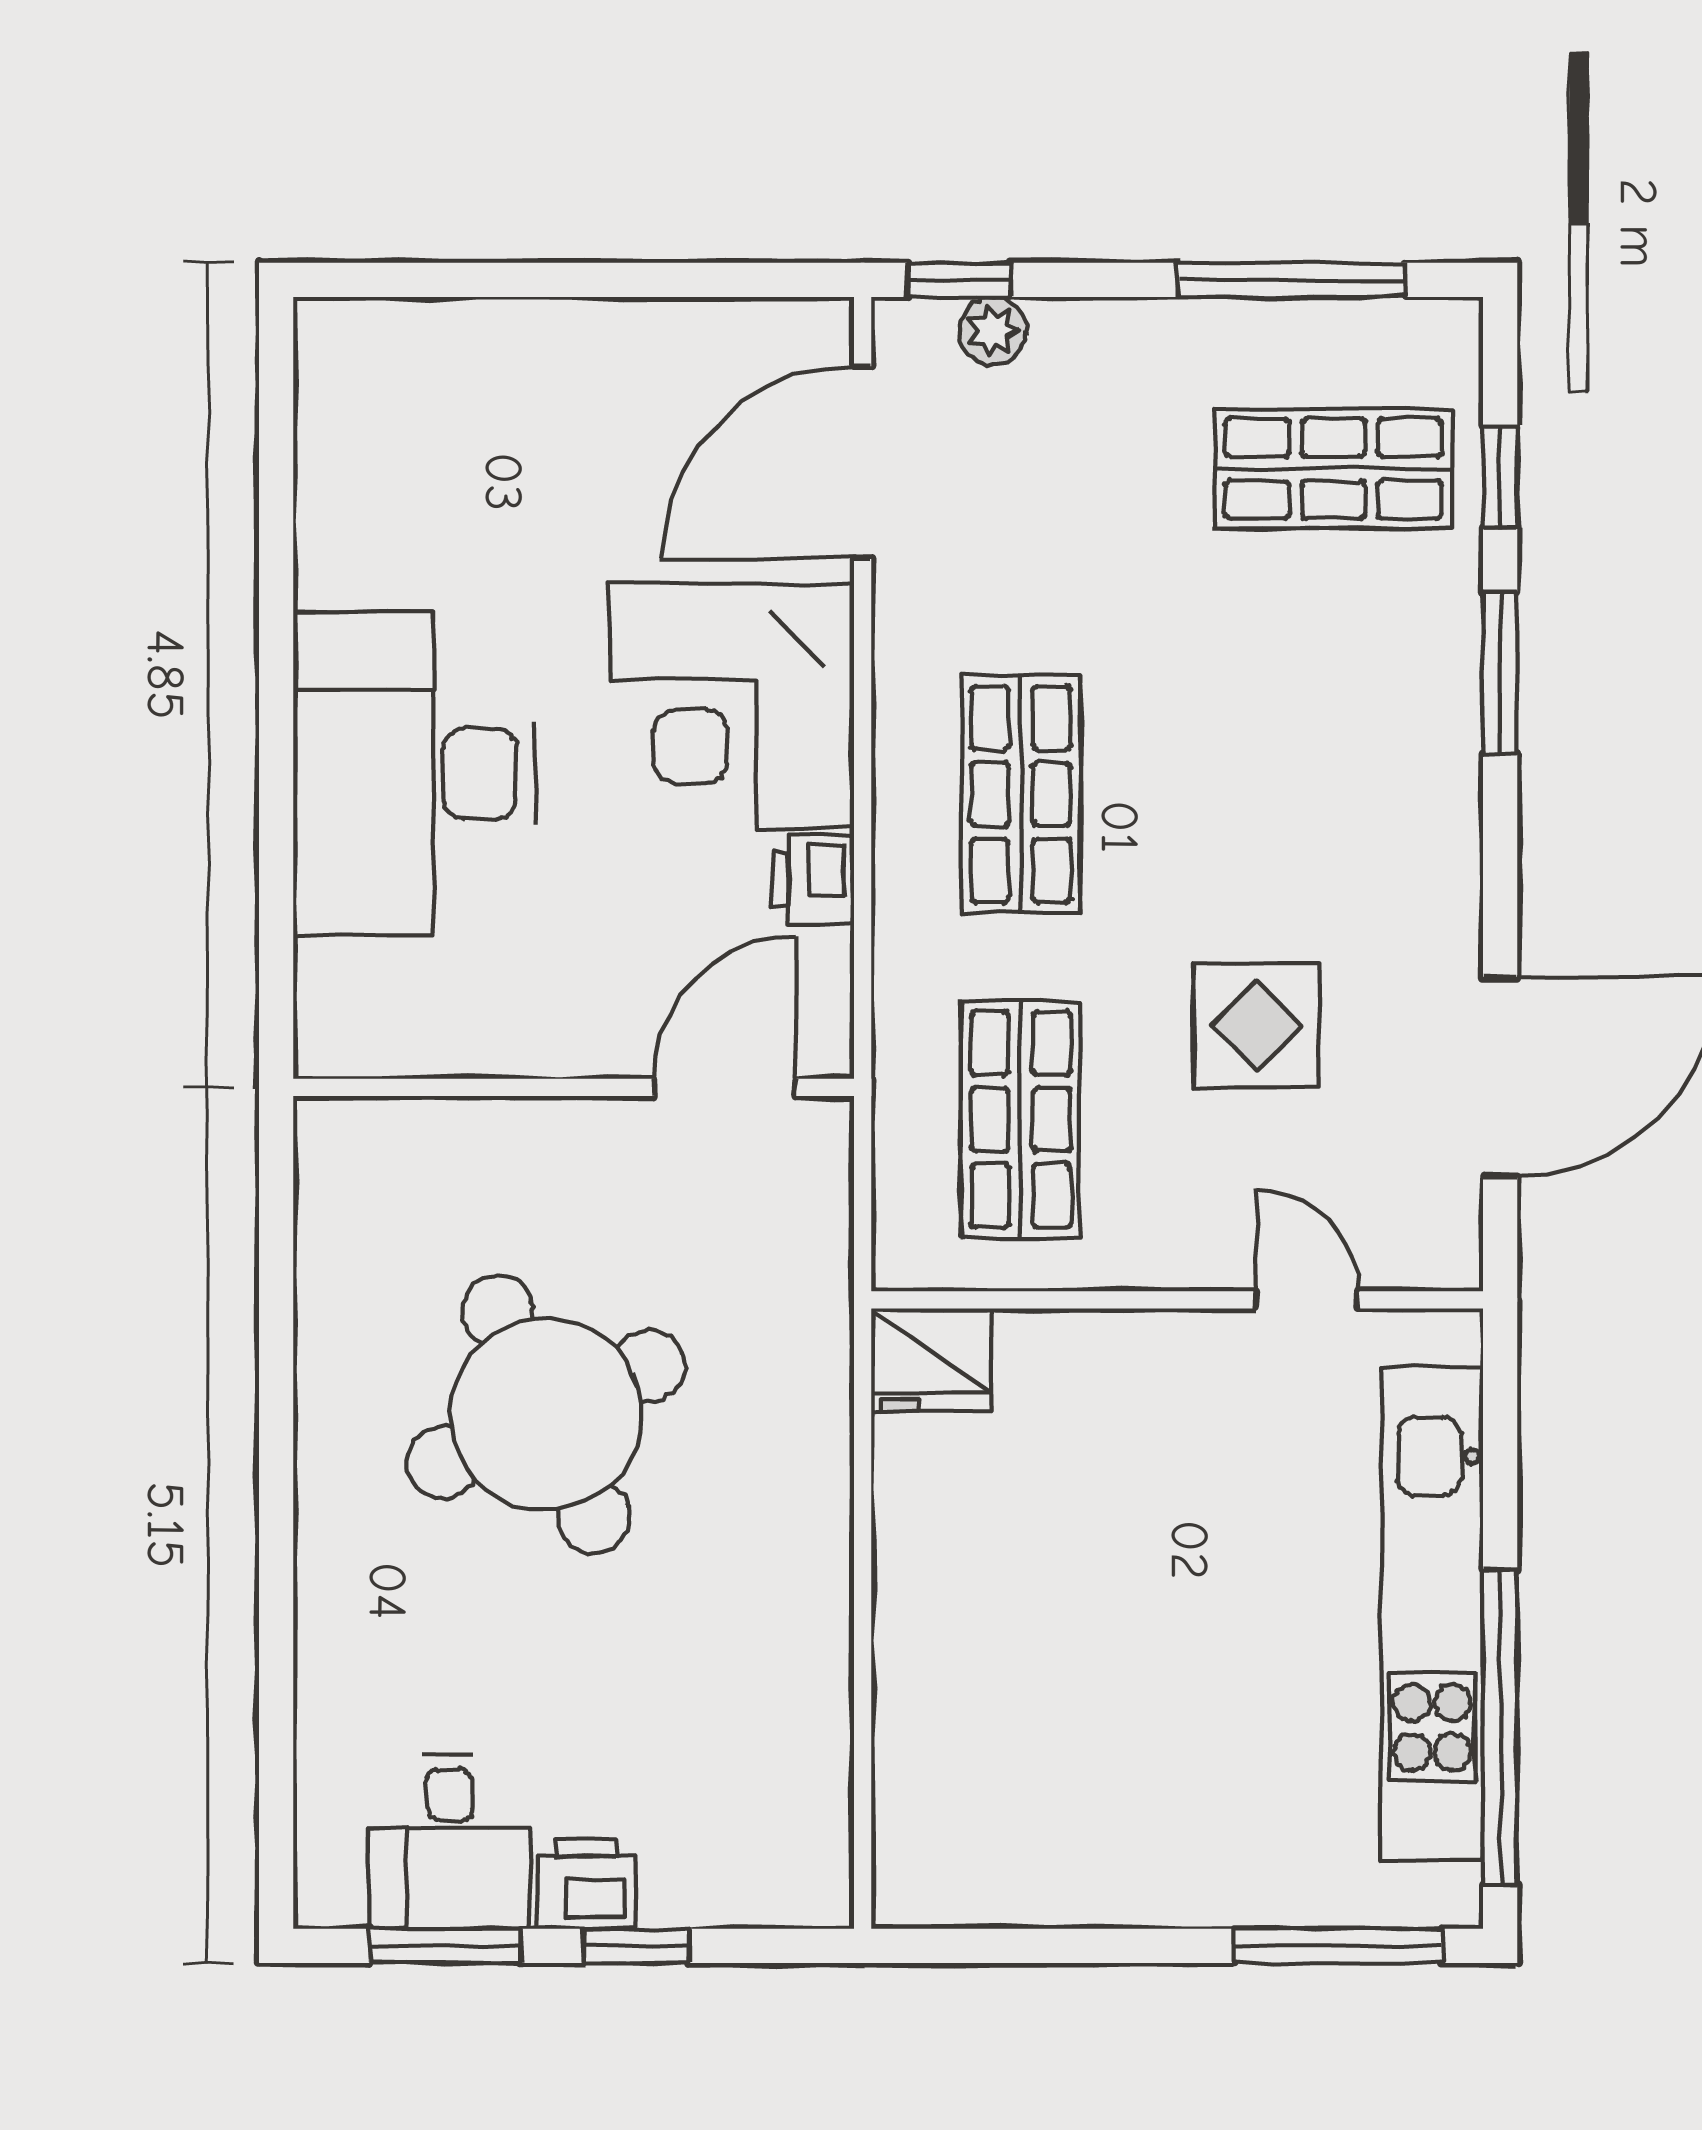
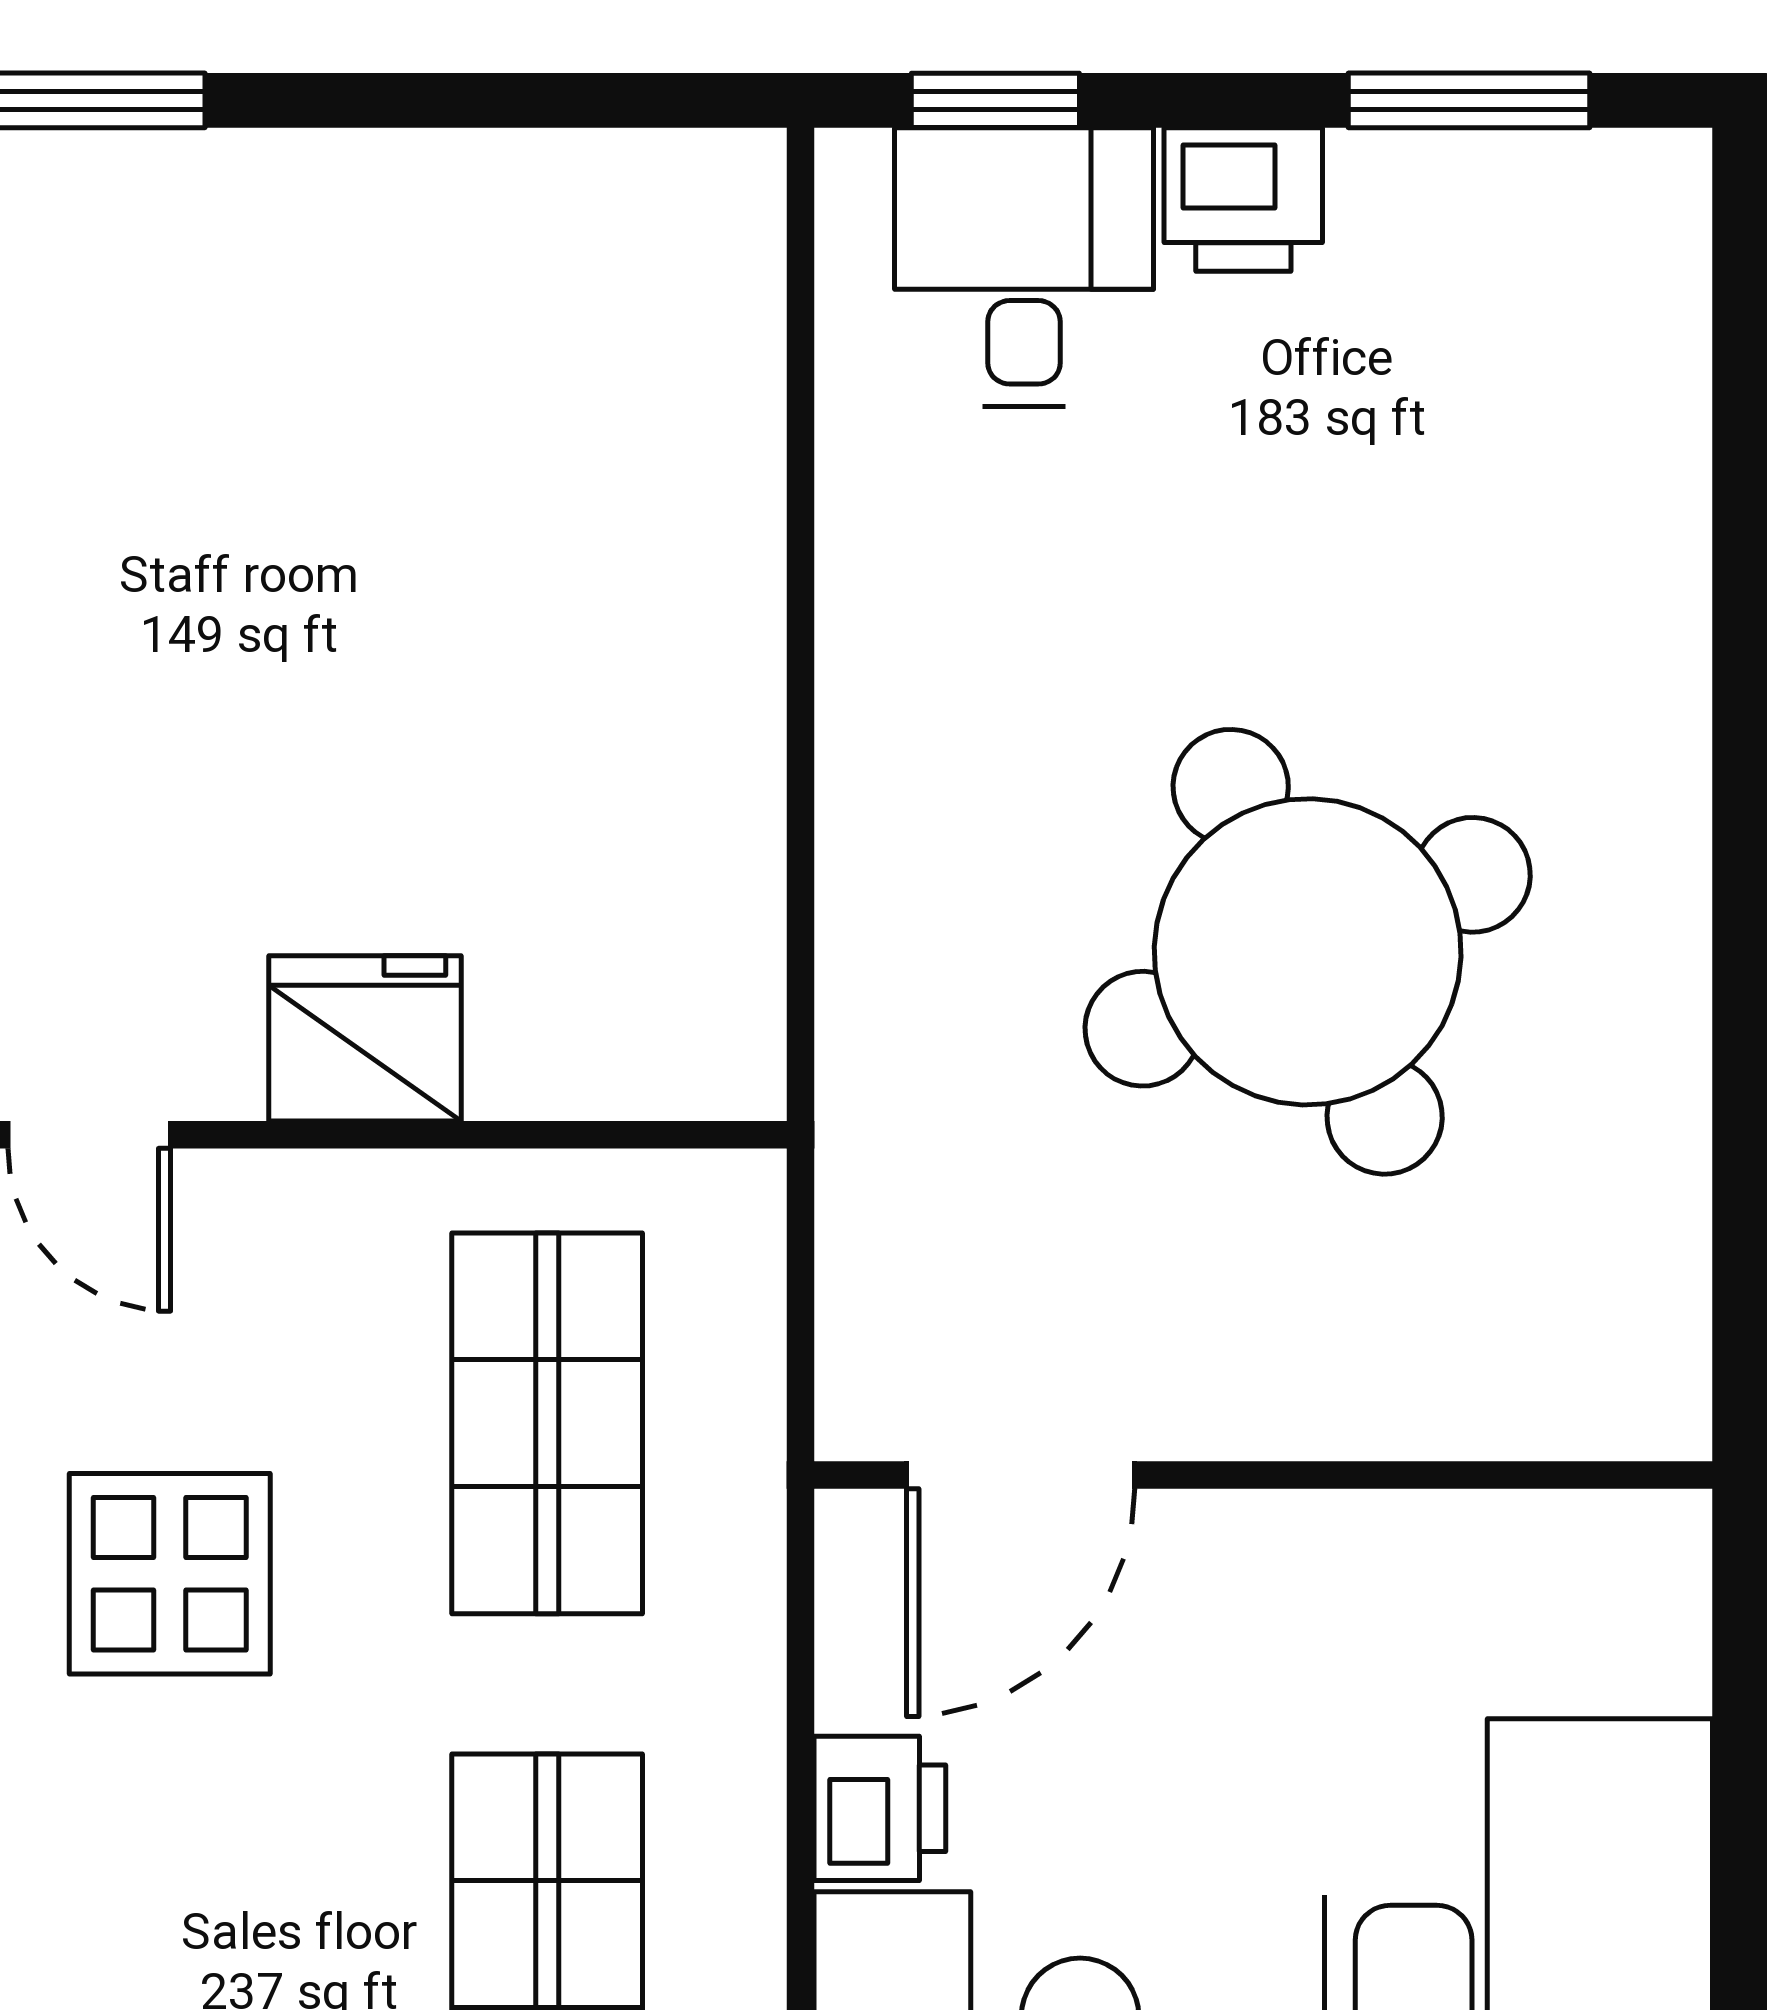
fridge: (931, 1360) -> (365, 1038), moved
desk: (449, 1842) -> (1024, 267), moved
window: (637, 1946) -> (995, 100), moved

